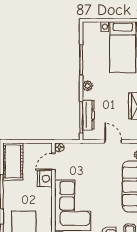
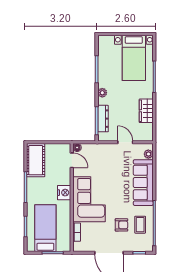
door: (53, 162) -> (72, 160), swing flipped
nightstand: (45, 179) -> (64, 193), moved

